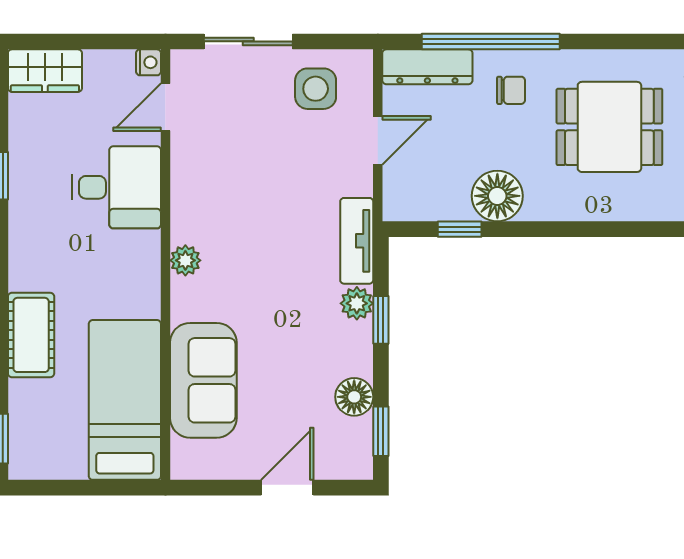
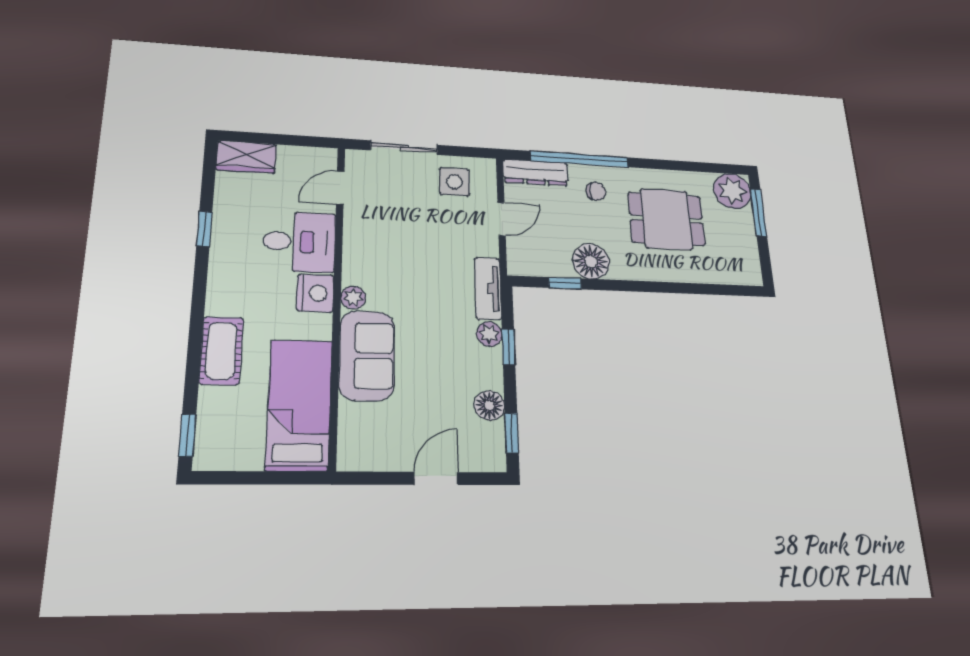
nightstand: (148, 62) -> (315, 293), moved, width x1.89, depth x1.79
sofa: (203, 380) -> (367, 356), moved

